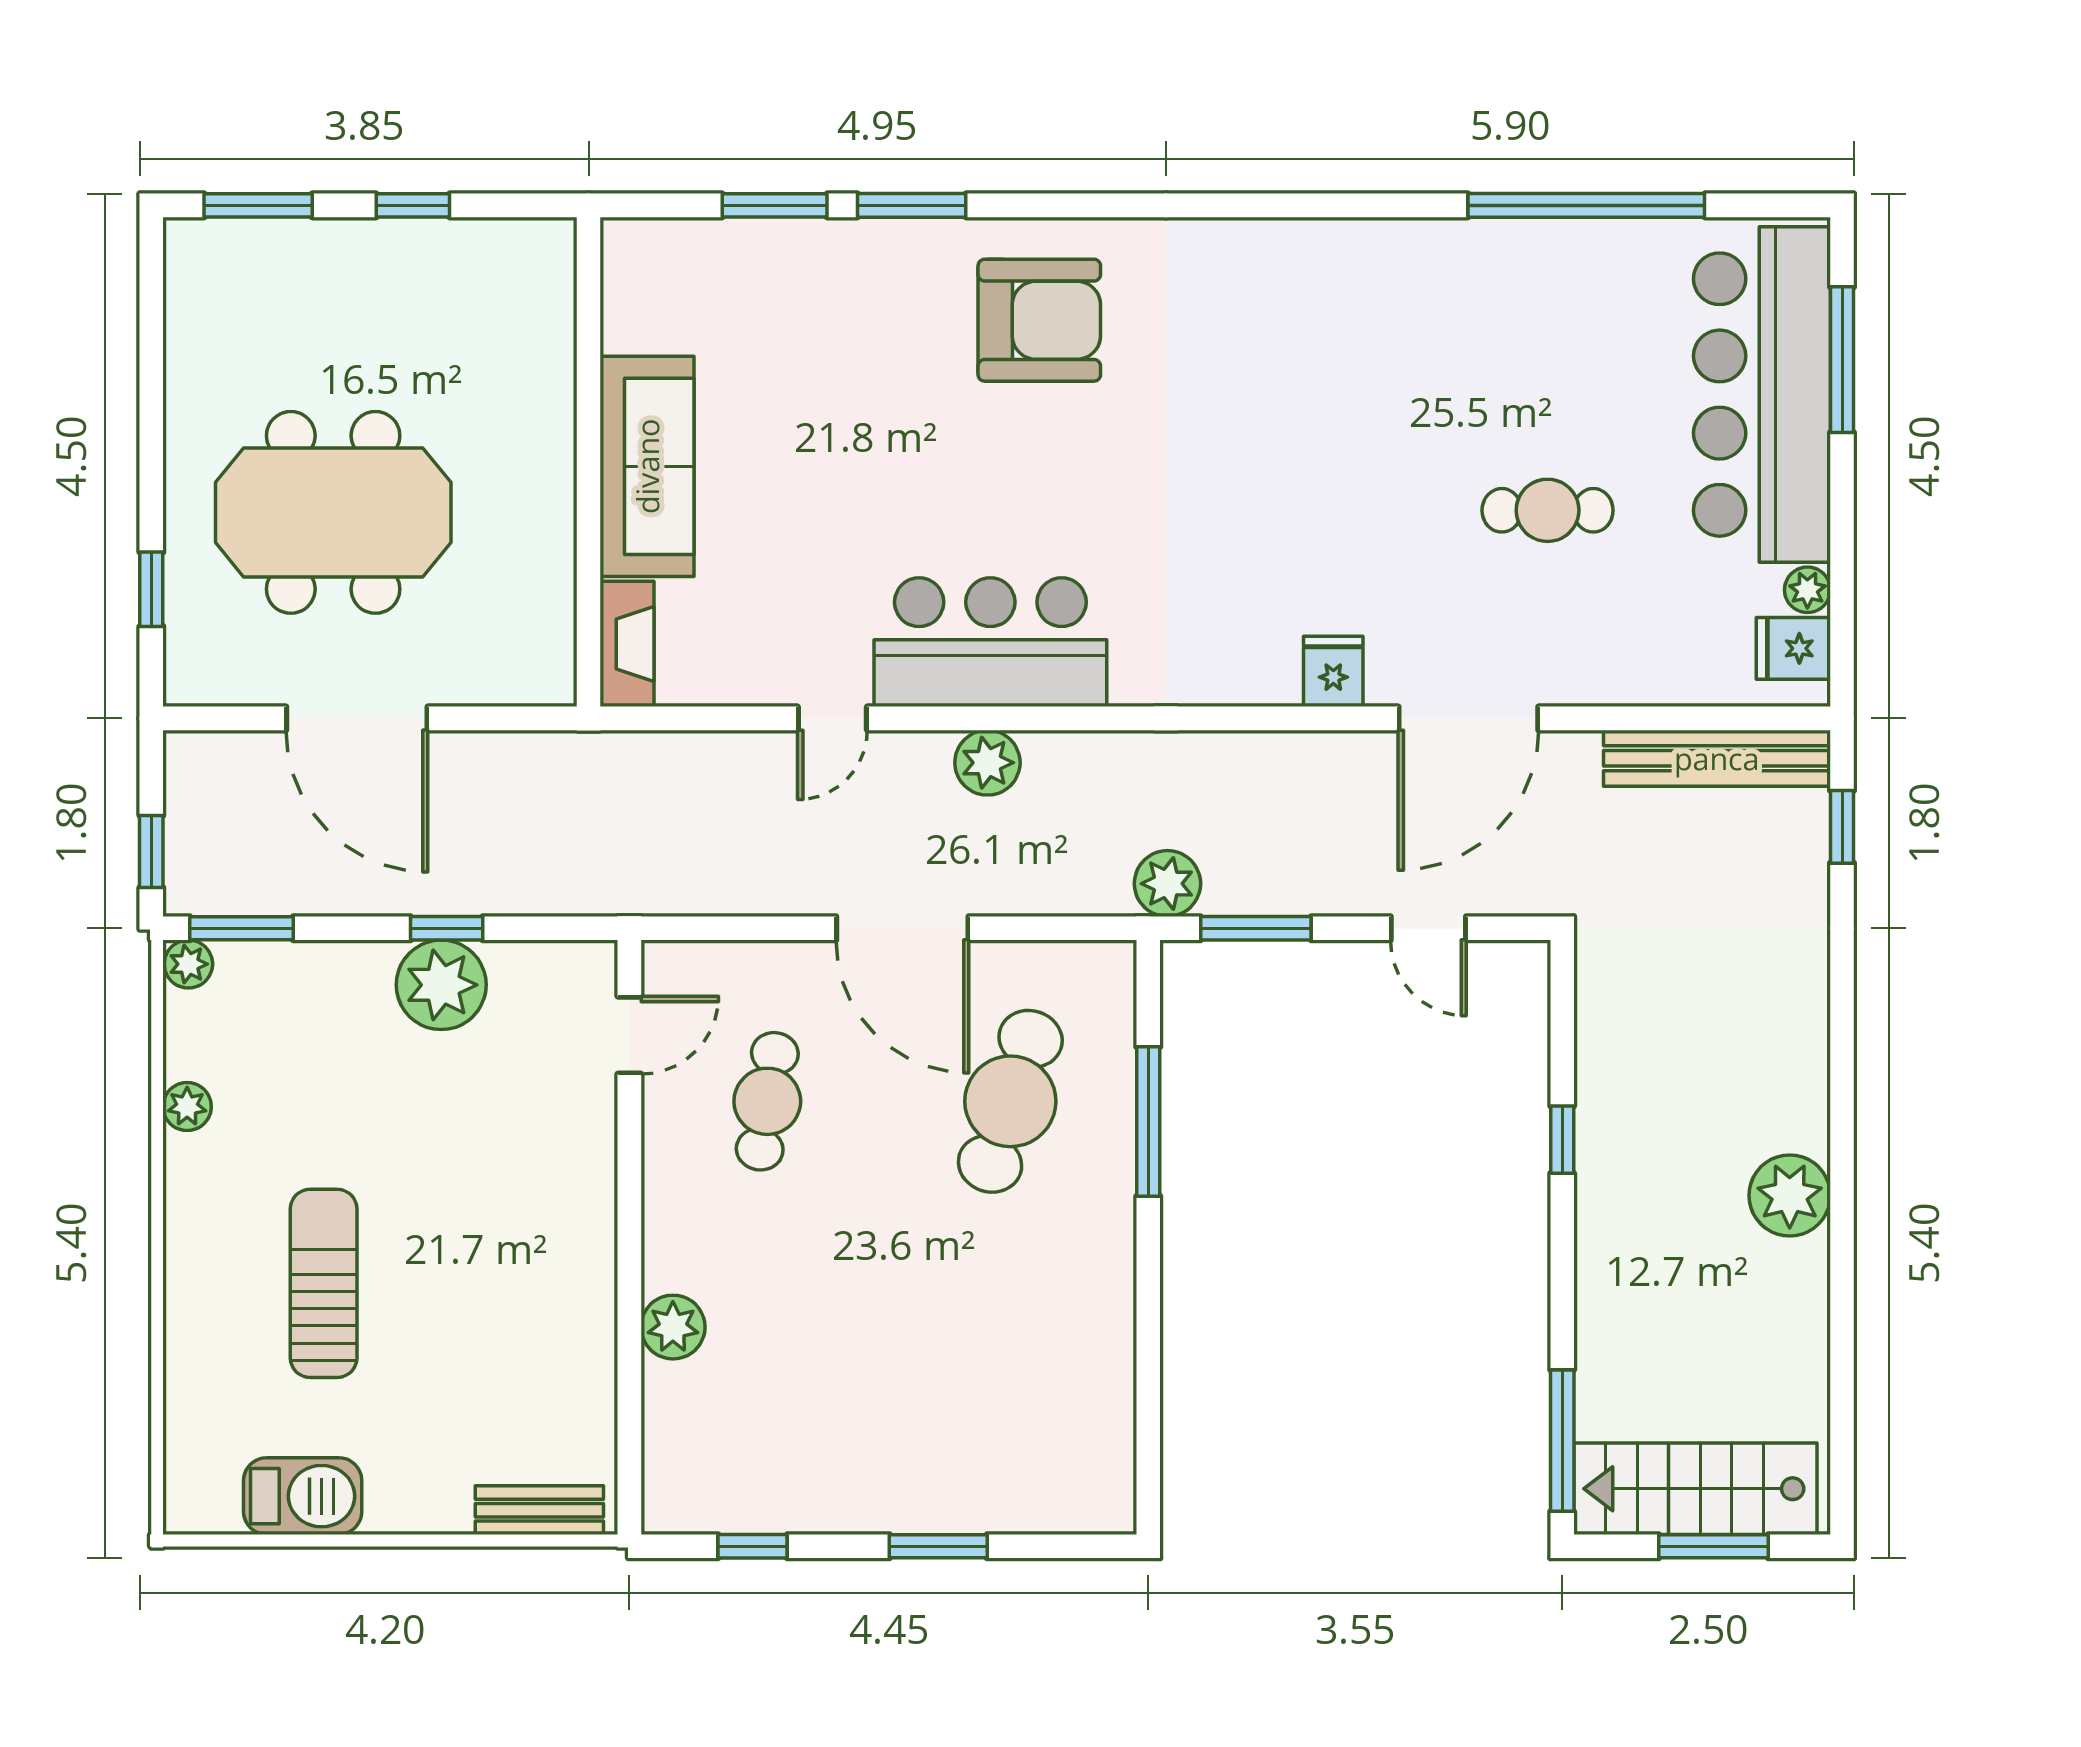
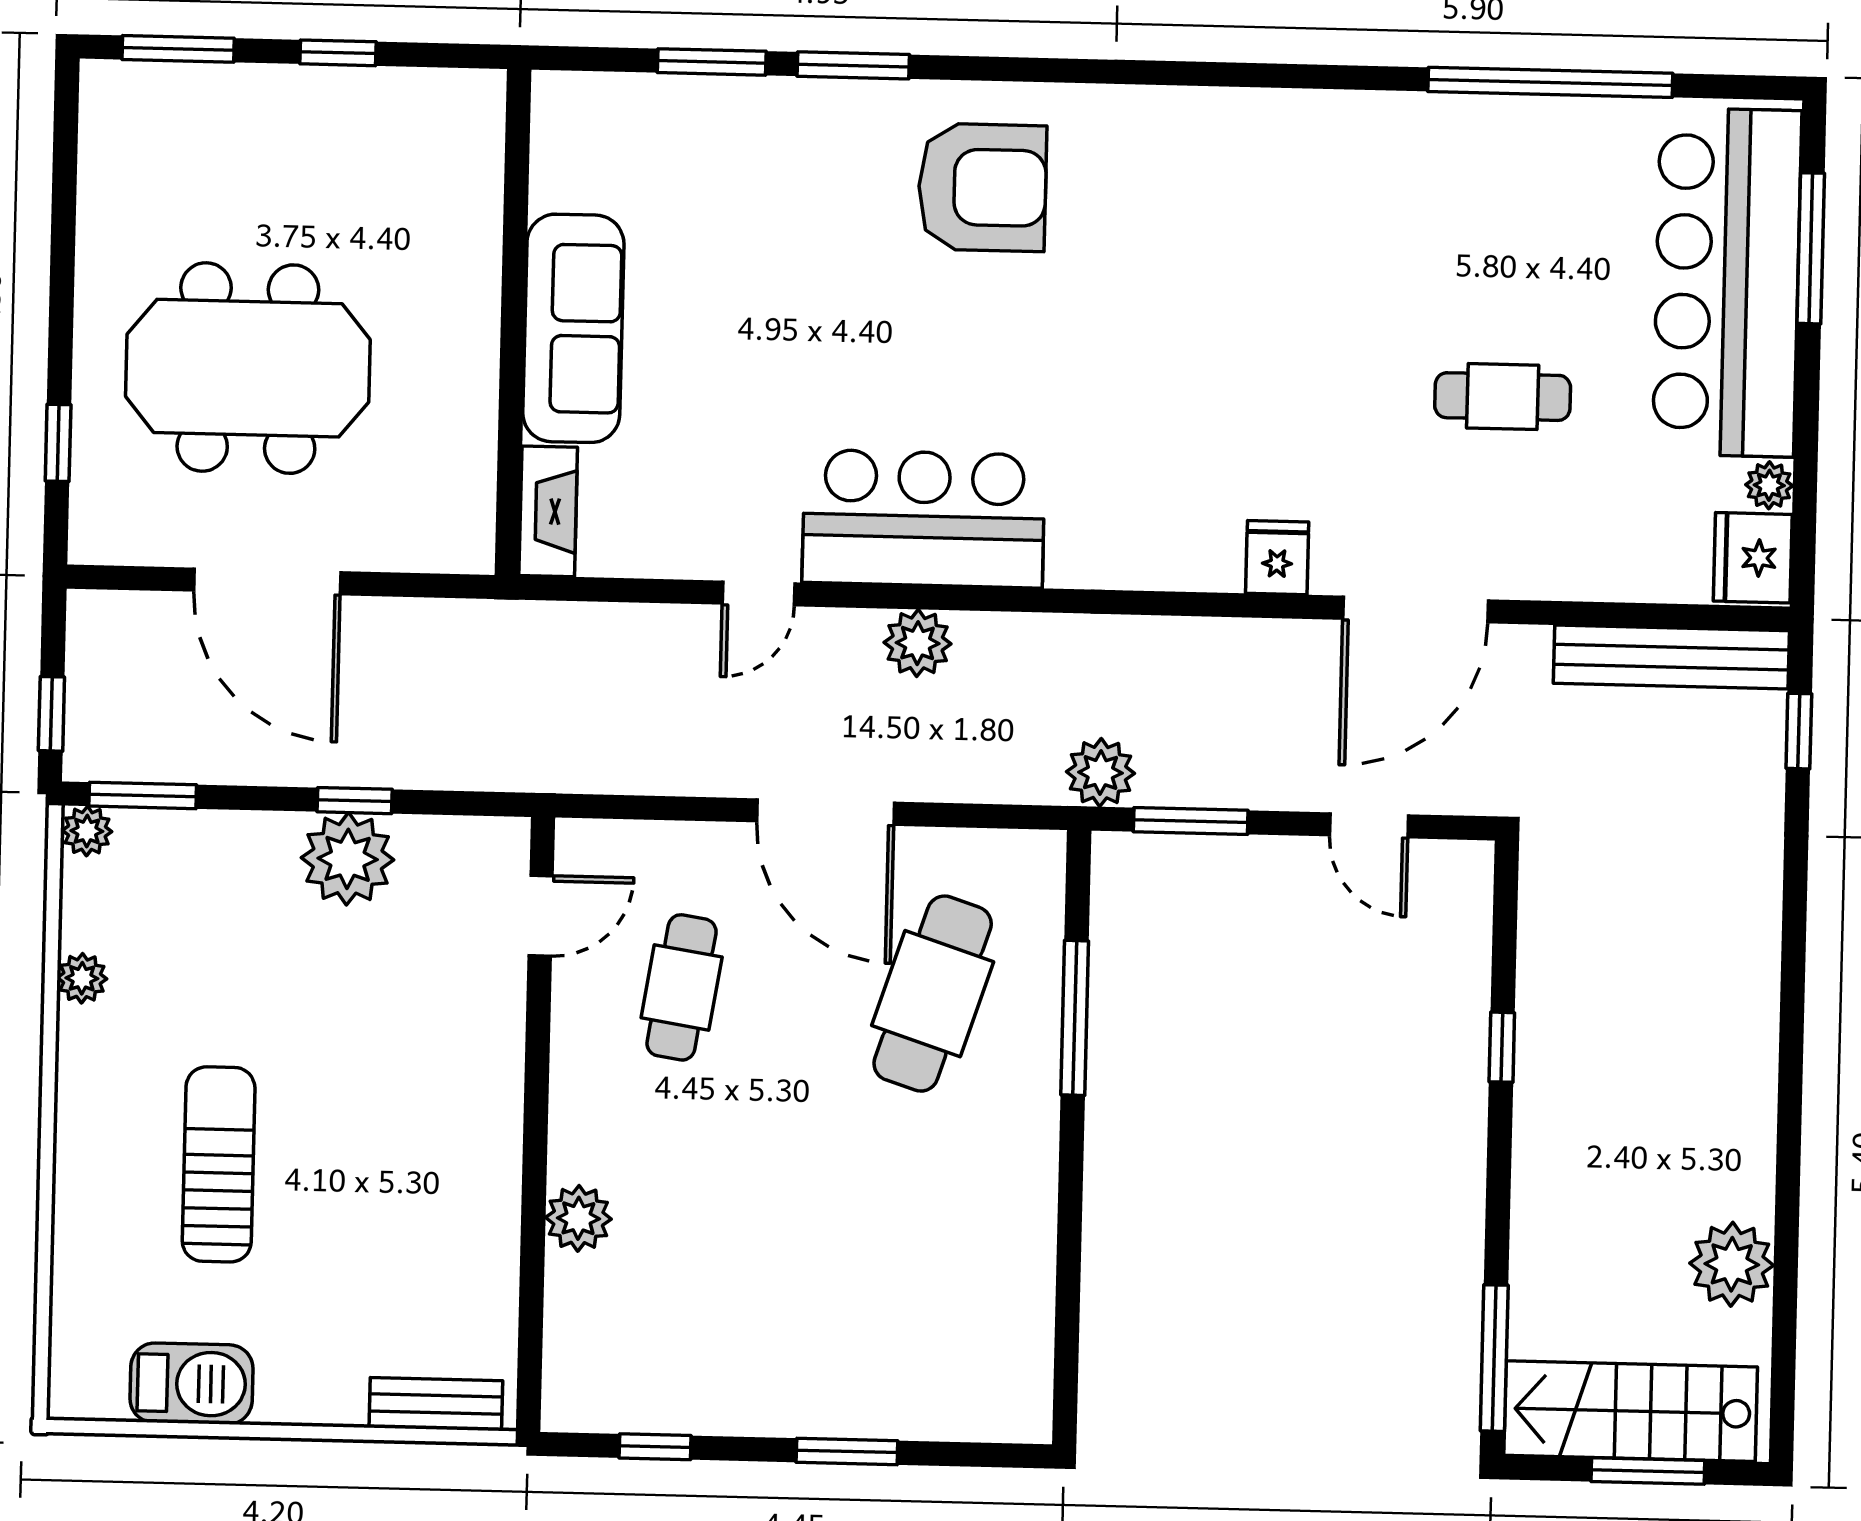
fridge: (1793, 648) -> (1753, 558), width x1.38
plant: (1790, 1195) -> (1732, 1264), moved

